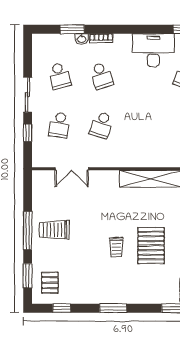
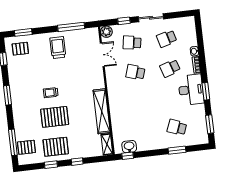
window: (72, 29) -> (206, 91), moved
desk: (153, 50) -> (191, 90), moved
plant: (40, 159) -> (106, 32), added
double door: (72, 169) -> (102, 55), swing flipped
window: (28, 231) -> (71, 27), moved

